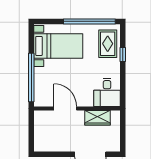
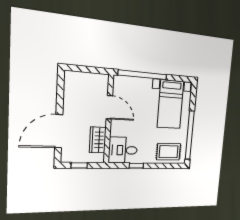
window: (123, 55) -> (136, 166), moved
door: (65, 108) -> (109, 107), hinge flipped
window: (123, 134) -> (79, 165), added

